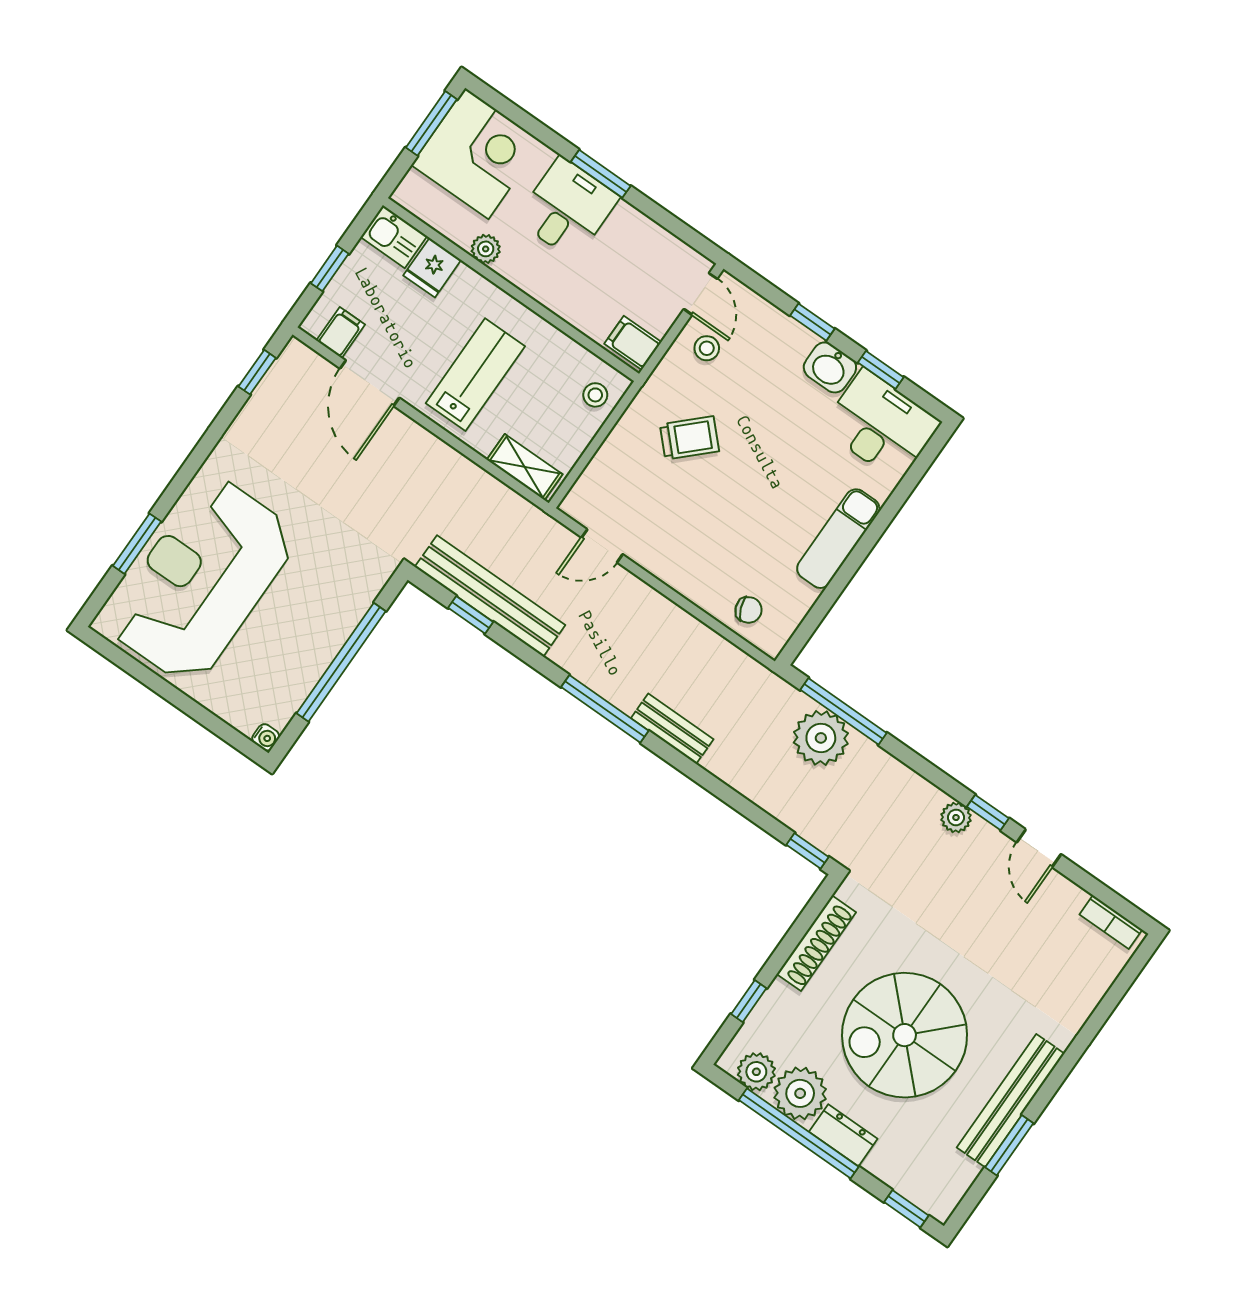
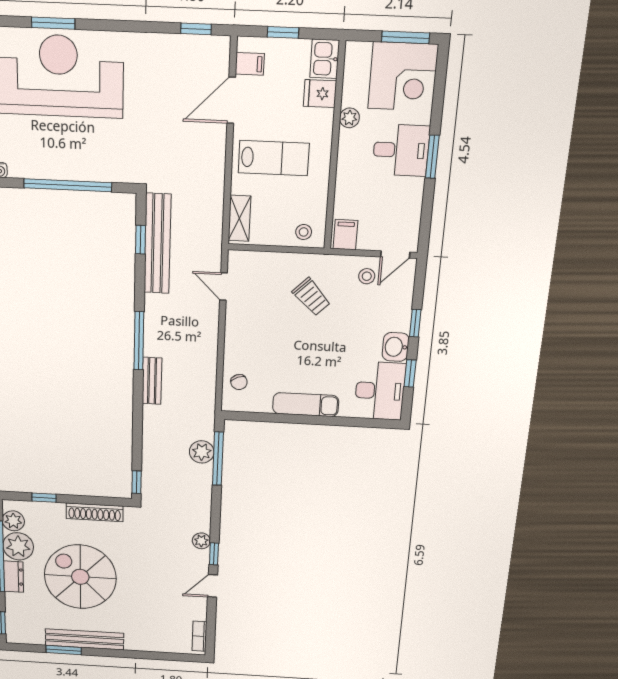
plant: (821, 738) -> (202, 452), width x0.73, depth x0.73

